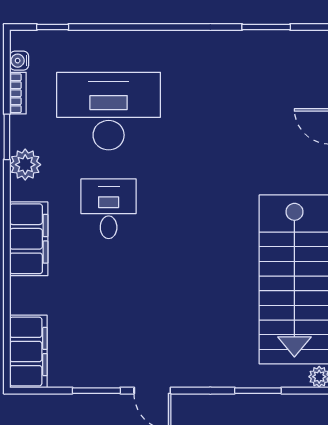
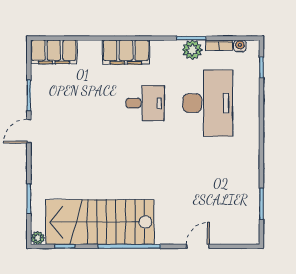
plant: (25, 165) -> (192, 50), moved

